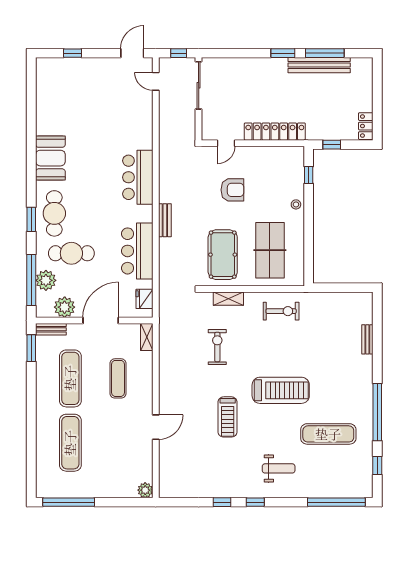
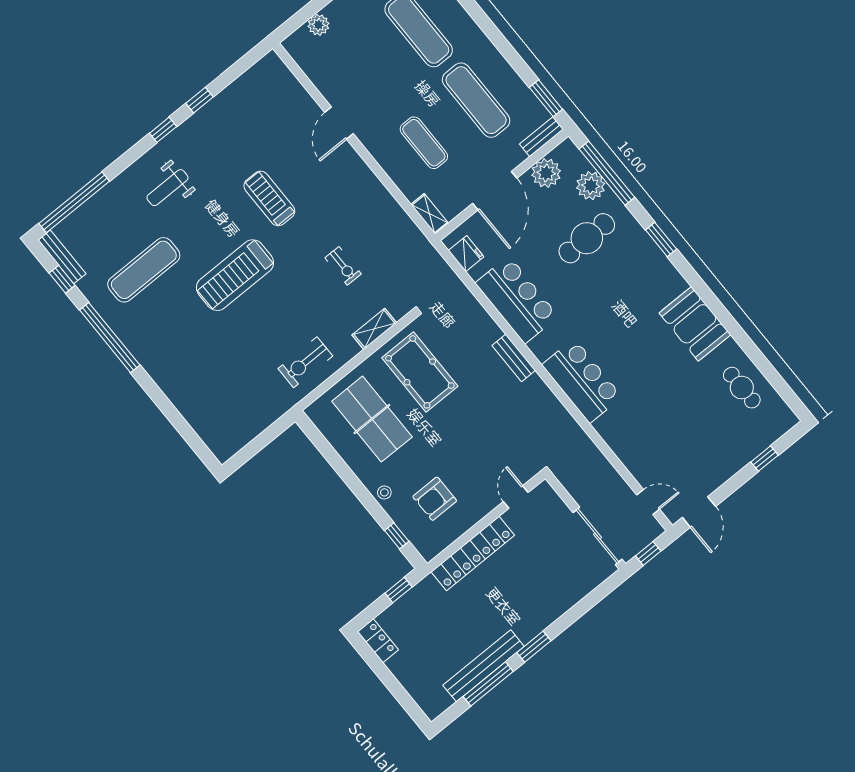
armchair: (232, 190) -> (435, 499), moved
cafe table: (54, 213) -> (742, 388), moved, width x0.73, depth x0.74
bench: (367, 339) -> (62, 257), moved, width x1.36
exercise bike: (217, 347) -> (343, 266), width x0.73, depth x0.72
plant: (145, 490) -> (318, 25), moved

